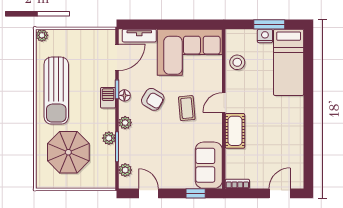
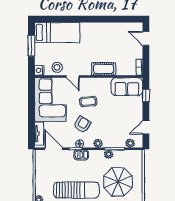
nightstand: (265, 36) -> (39, 70), moved
door: (224, 103) -> (73, 76), moved

